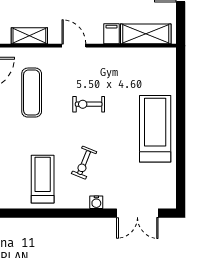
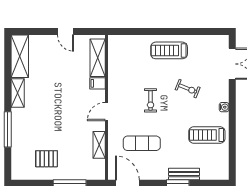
treadmill: (155, 129) -> (169, 50), width x0.73, depth x0.73
exercise bike: (84, 163) -> (188, 89), moved
water cooler: (96, 202) -> (224, 107), moved

